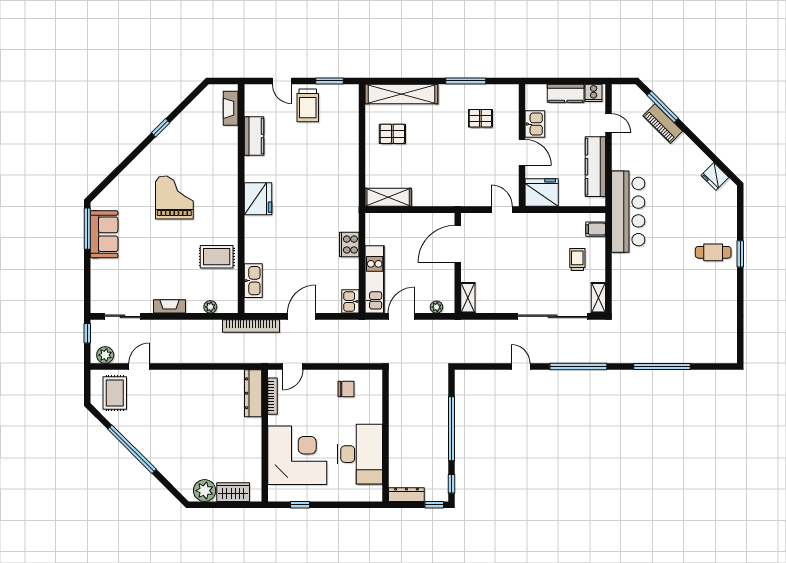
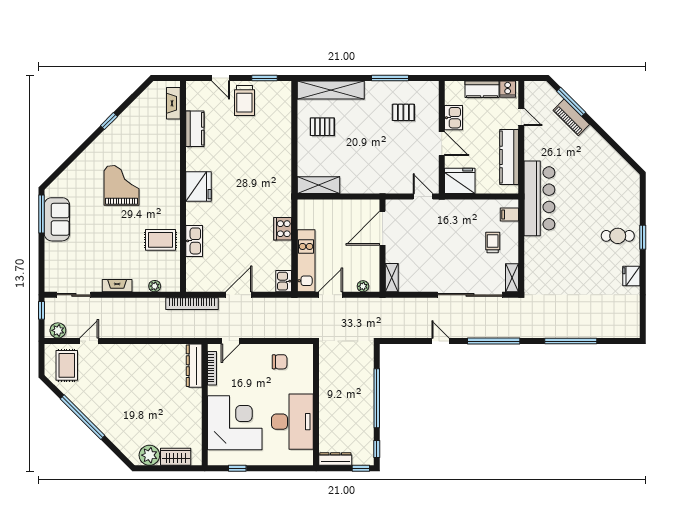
fridge: (715, 176) -> (631, 276), moved, turned 45
kitchen sink: (253, 281) -> (194, 241), moved

